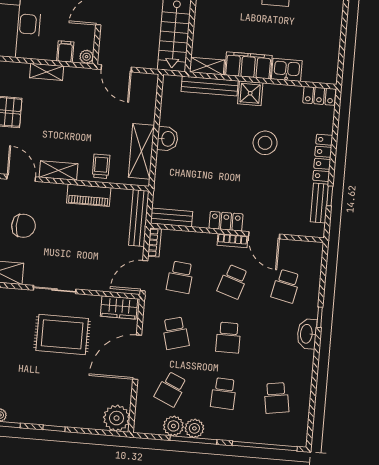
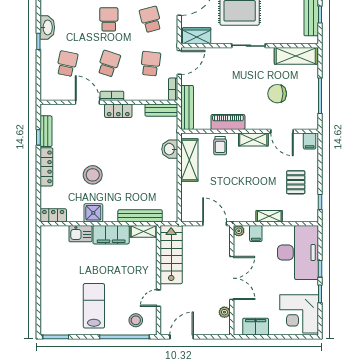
shower: (250, 93) -> (93, 213), moved
washbasin: (167, 139) -> (170, 149), moved

